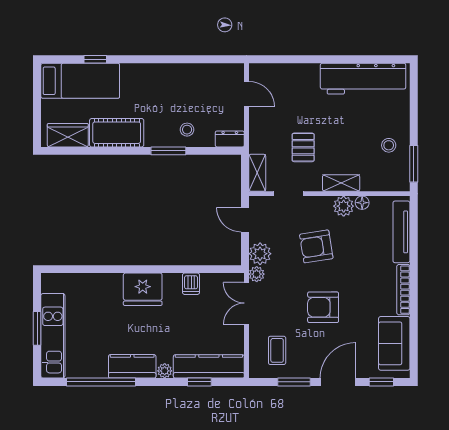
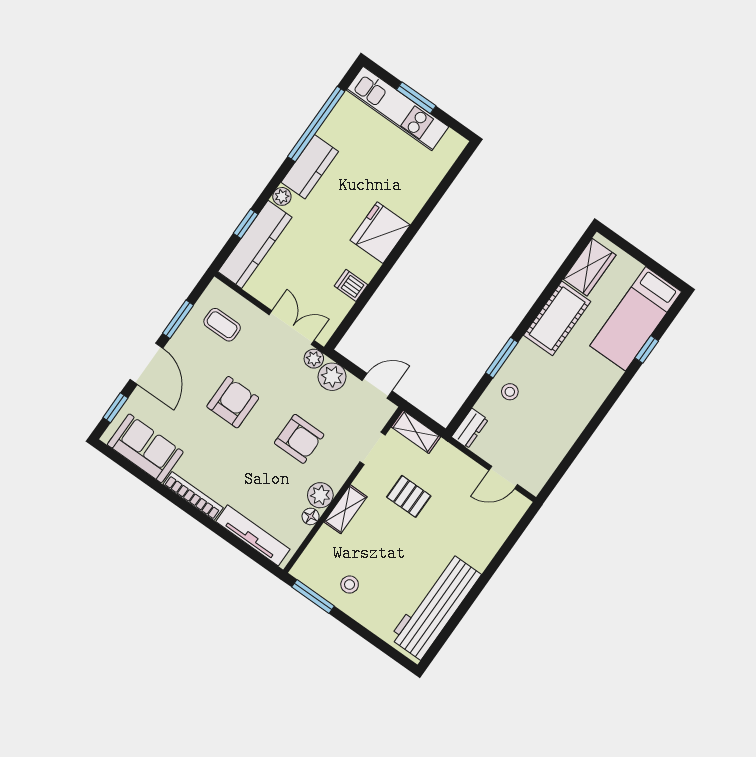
armchair: (316, 246) -> (299, 439), turned 99

